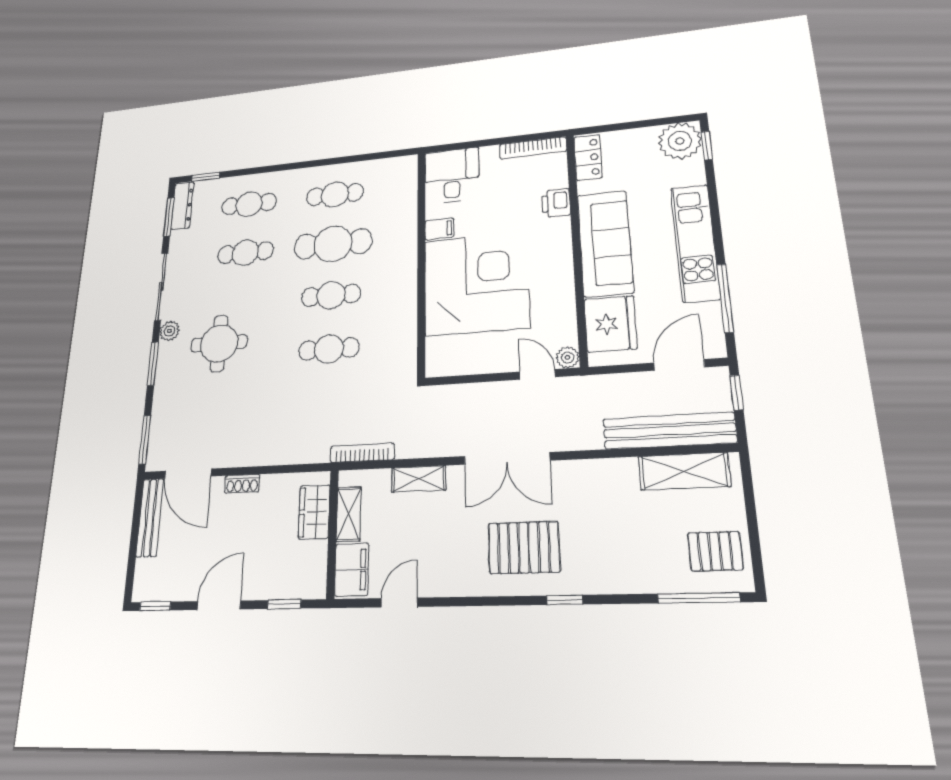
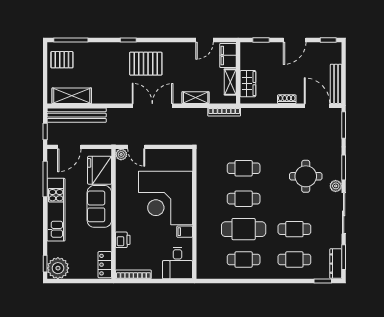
sofa: (605, 243) -> (99, 206), width x0.73

